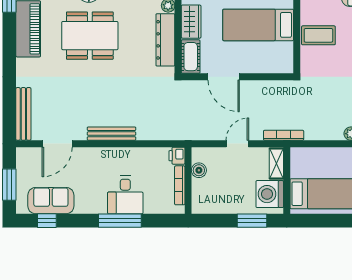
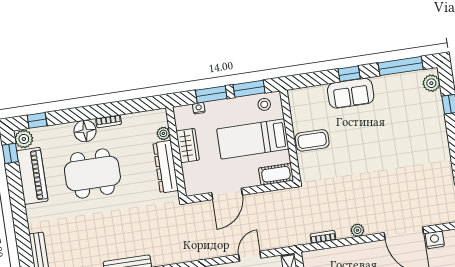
cot: (191, 57) -> (276, 174), moved, turned 90
door: (224, 77) -> (227, 194), hinge flipped
bookcase: (284, 135) -> (323, 237), moved, width x0.64

